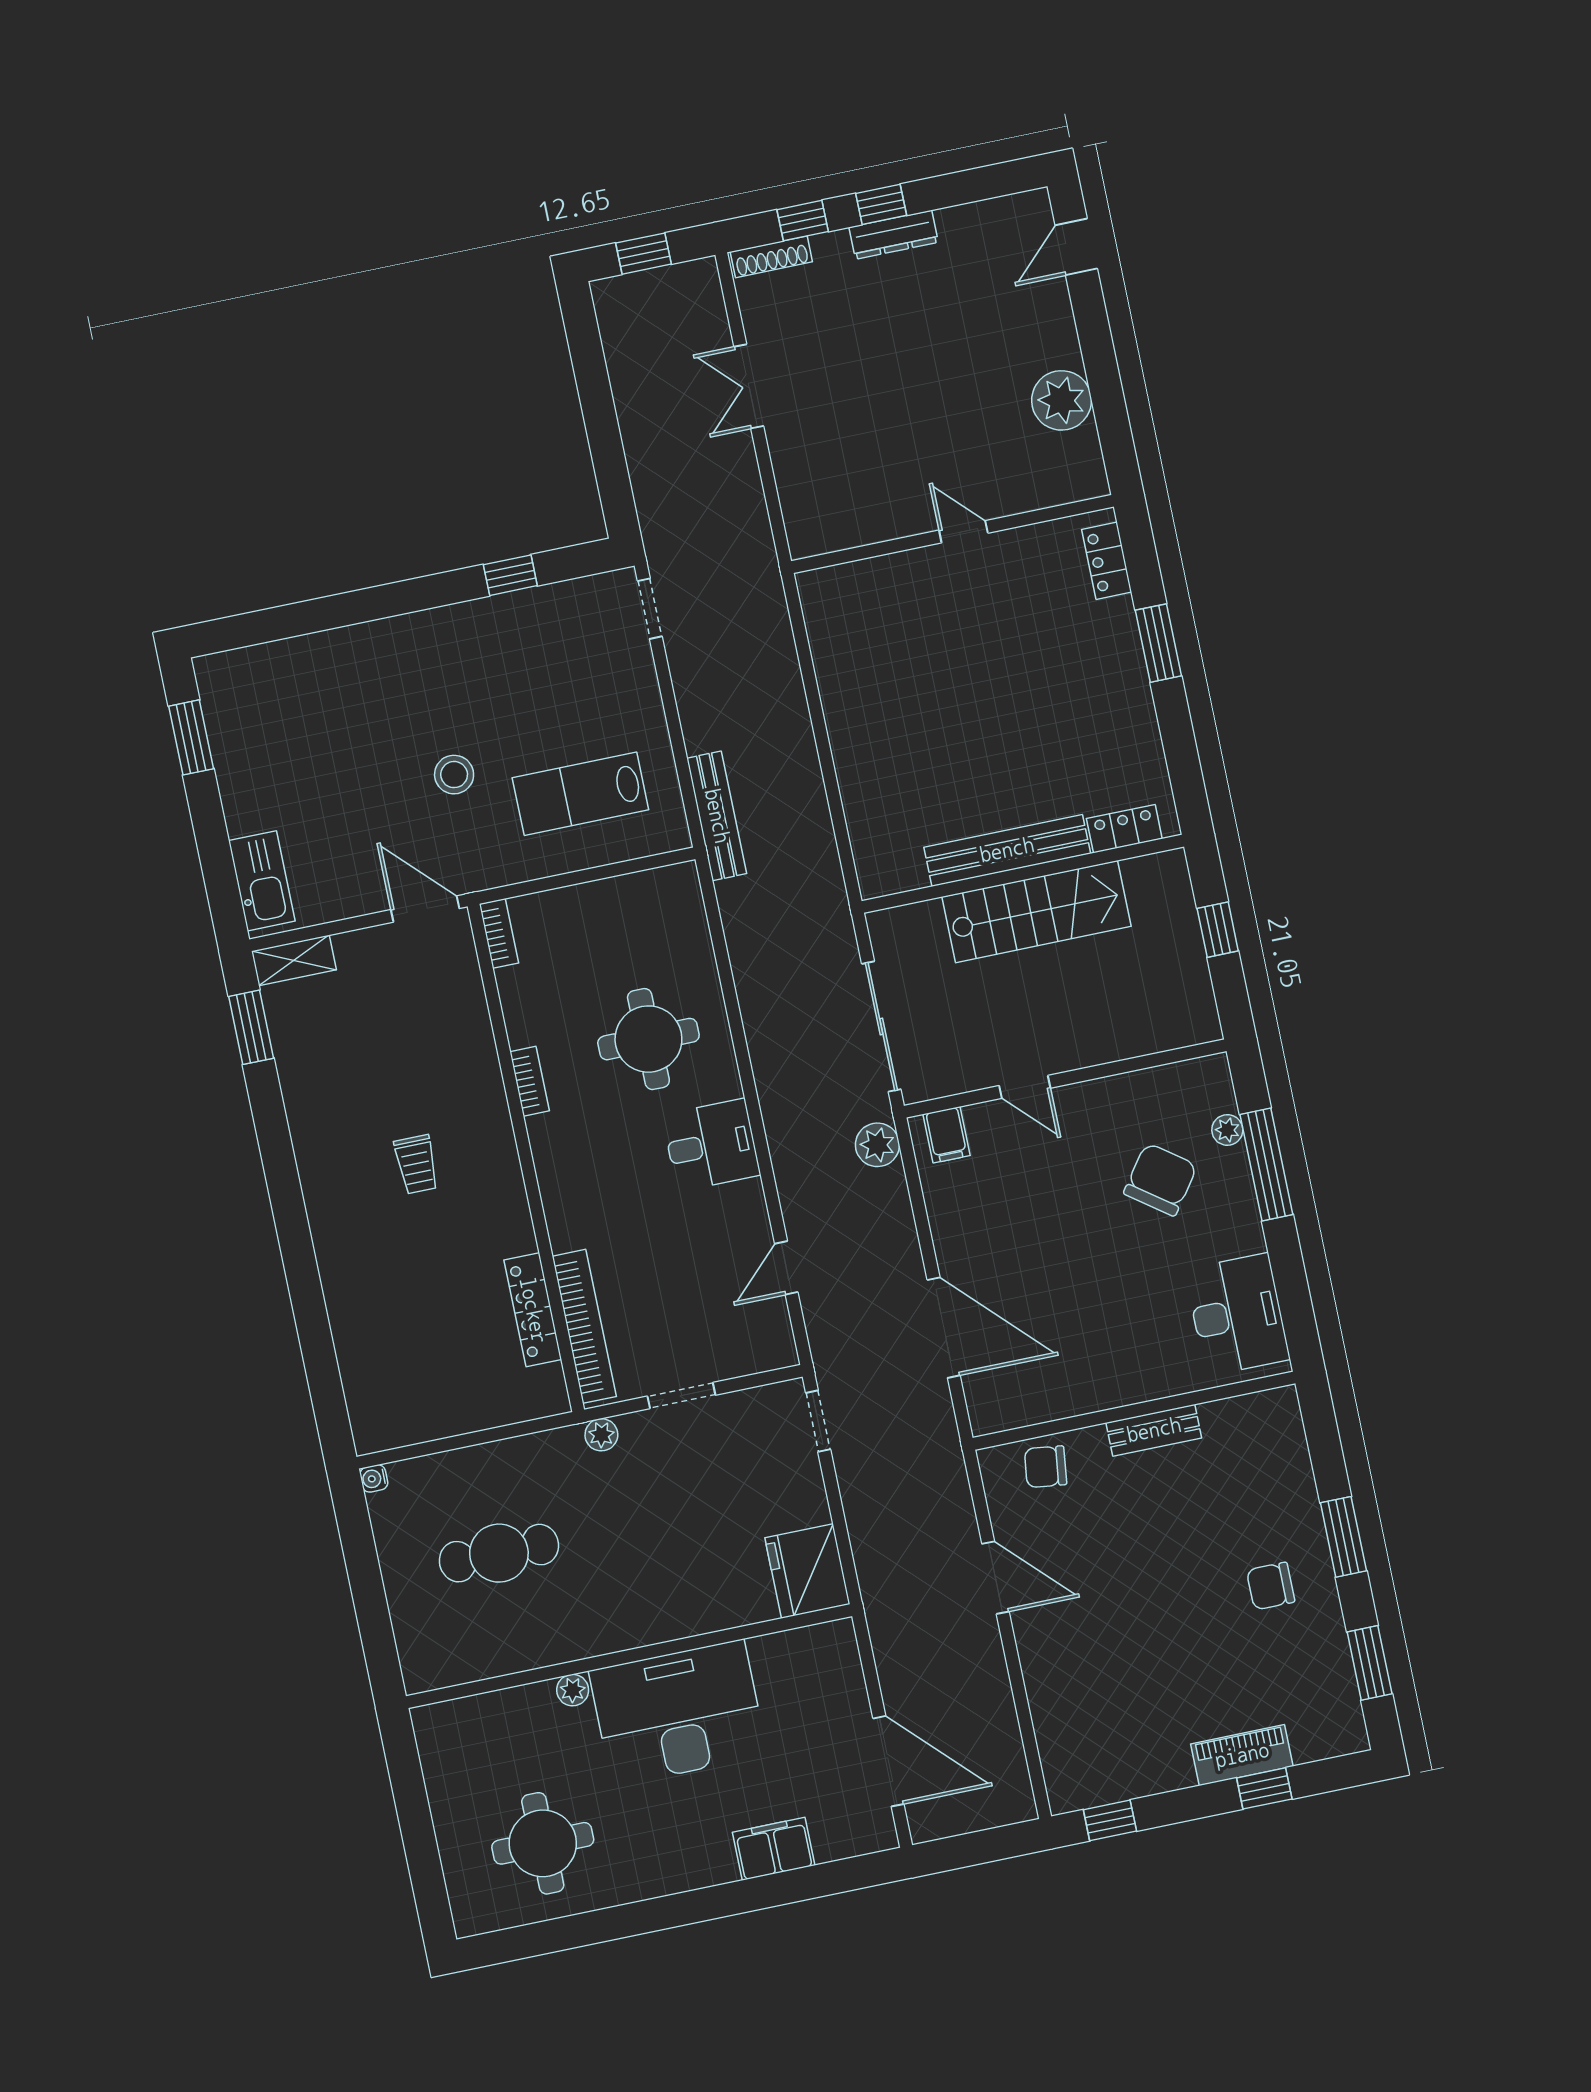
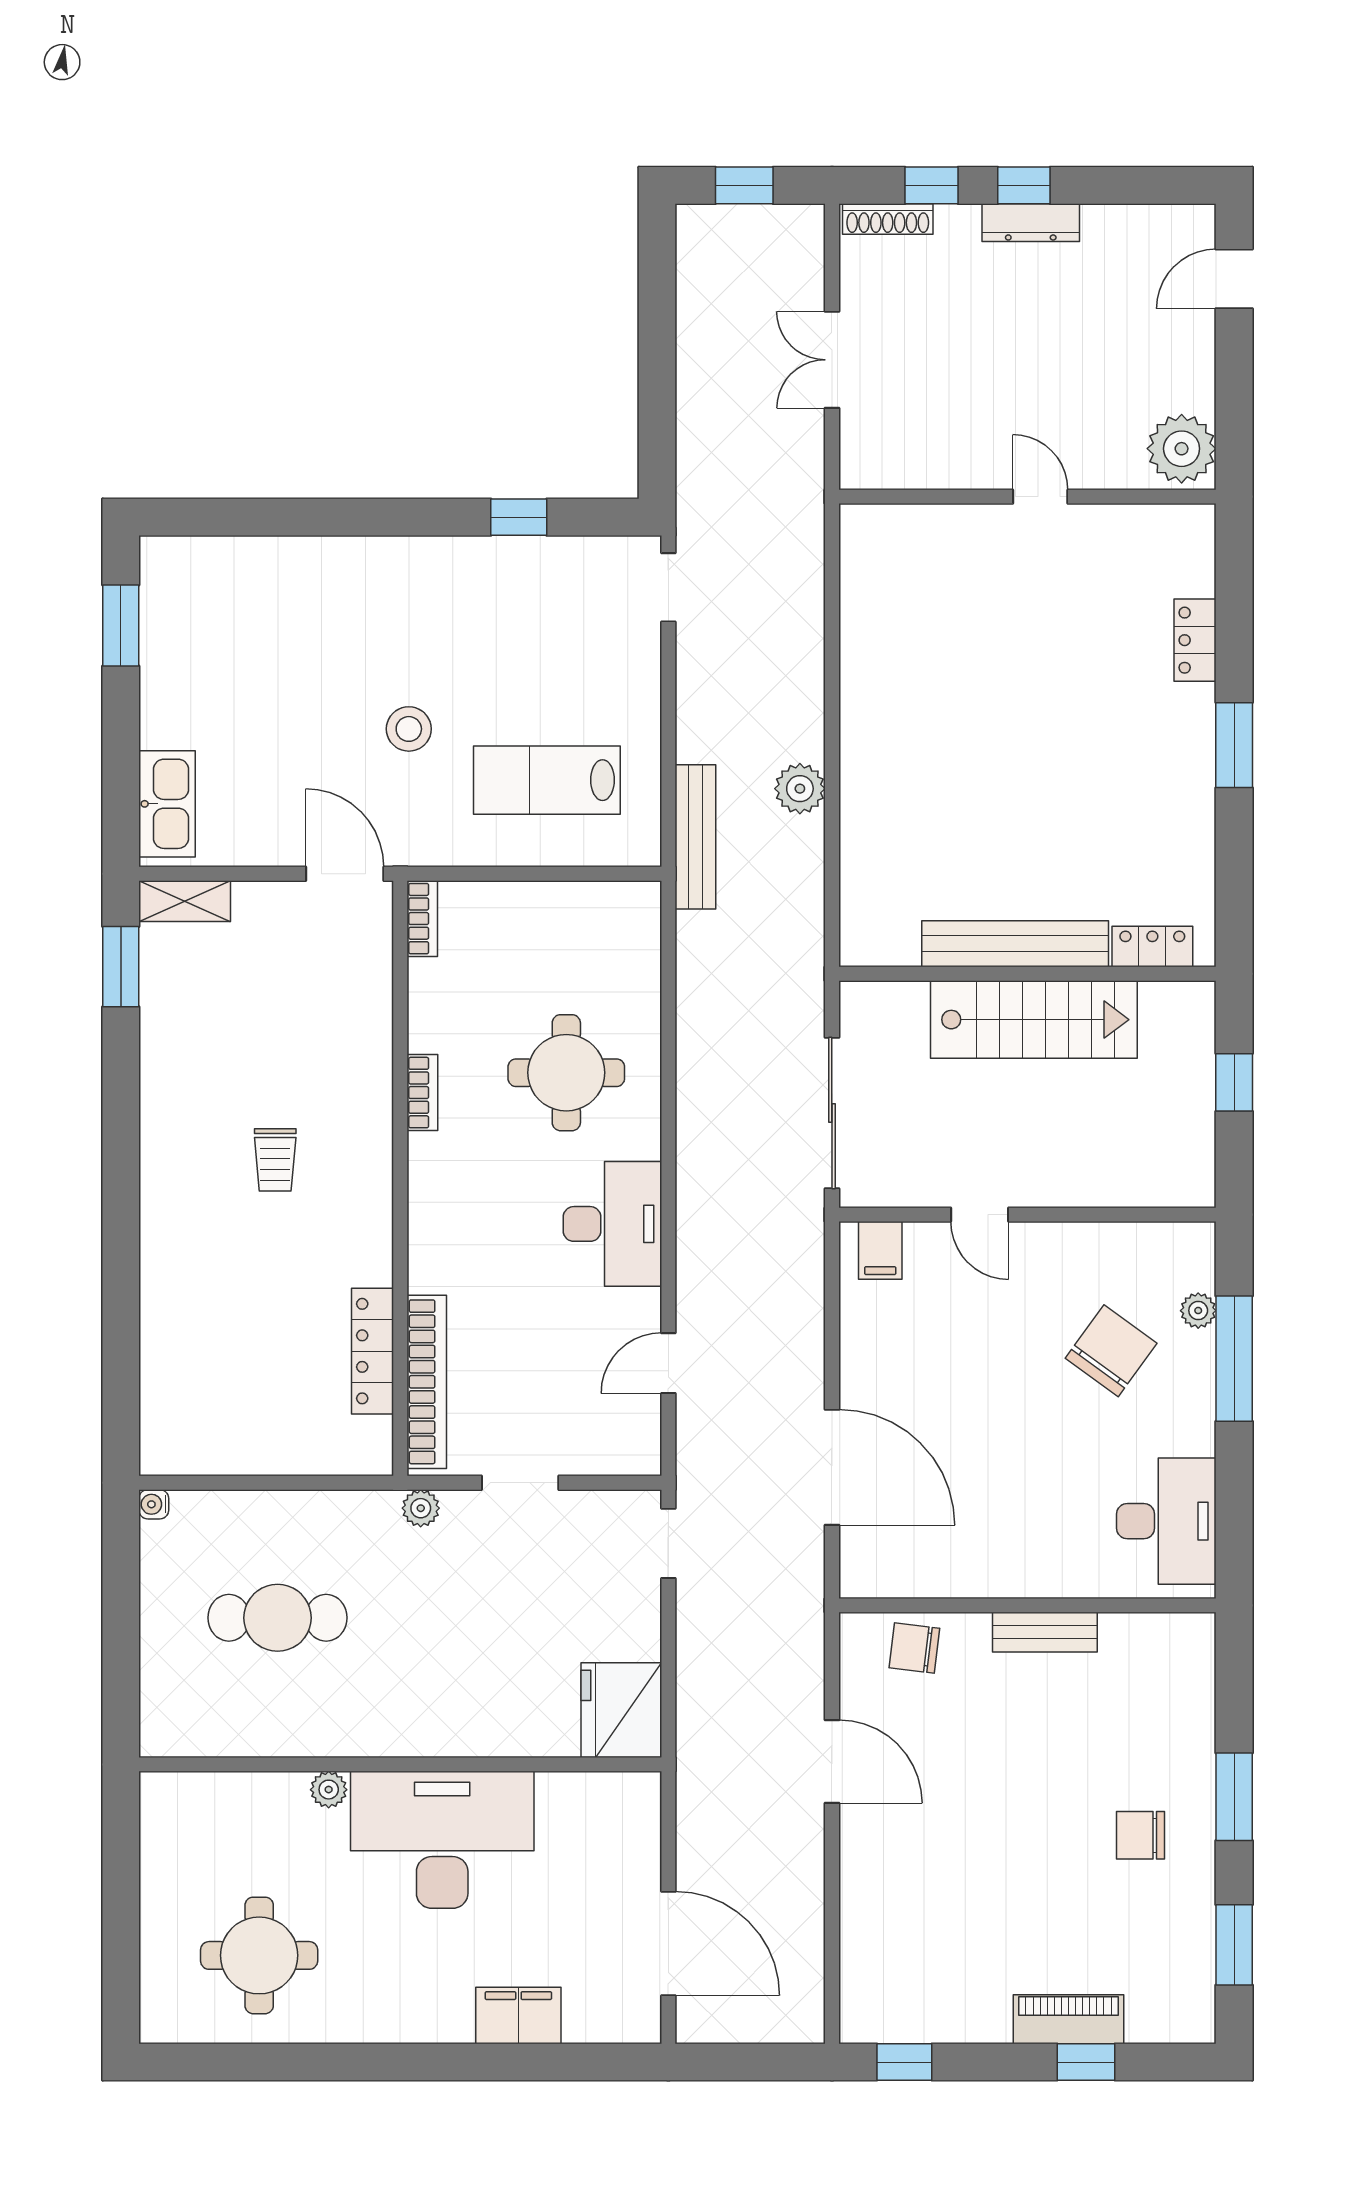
door: (963, 532) -> (1040, 497), moved
wall: (953, 534) -> (1027, 497), moved
desk: (711, 1145) -> (612, 1224), width x1.37
plant: (877, 1145) -> (800, 789), moved

